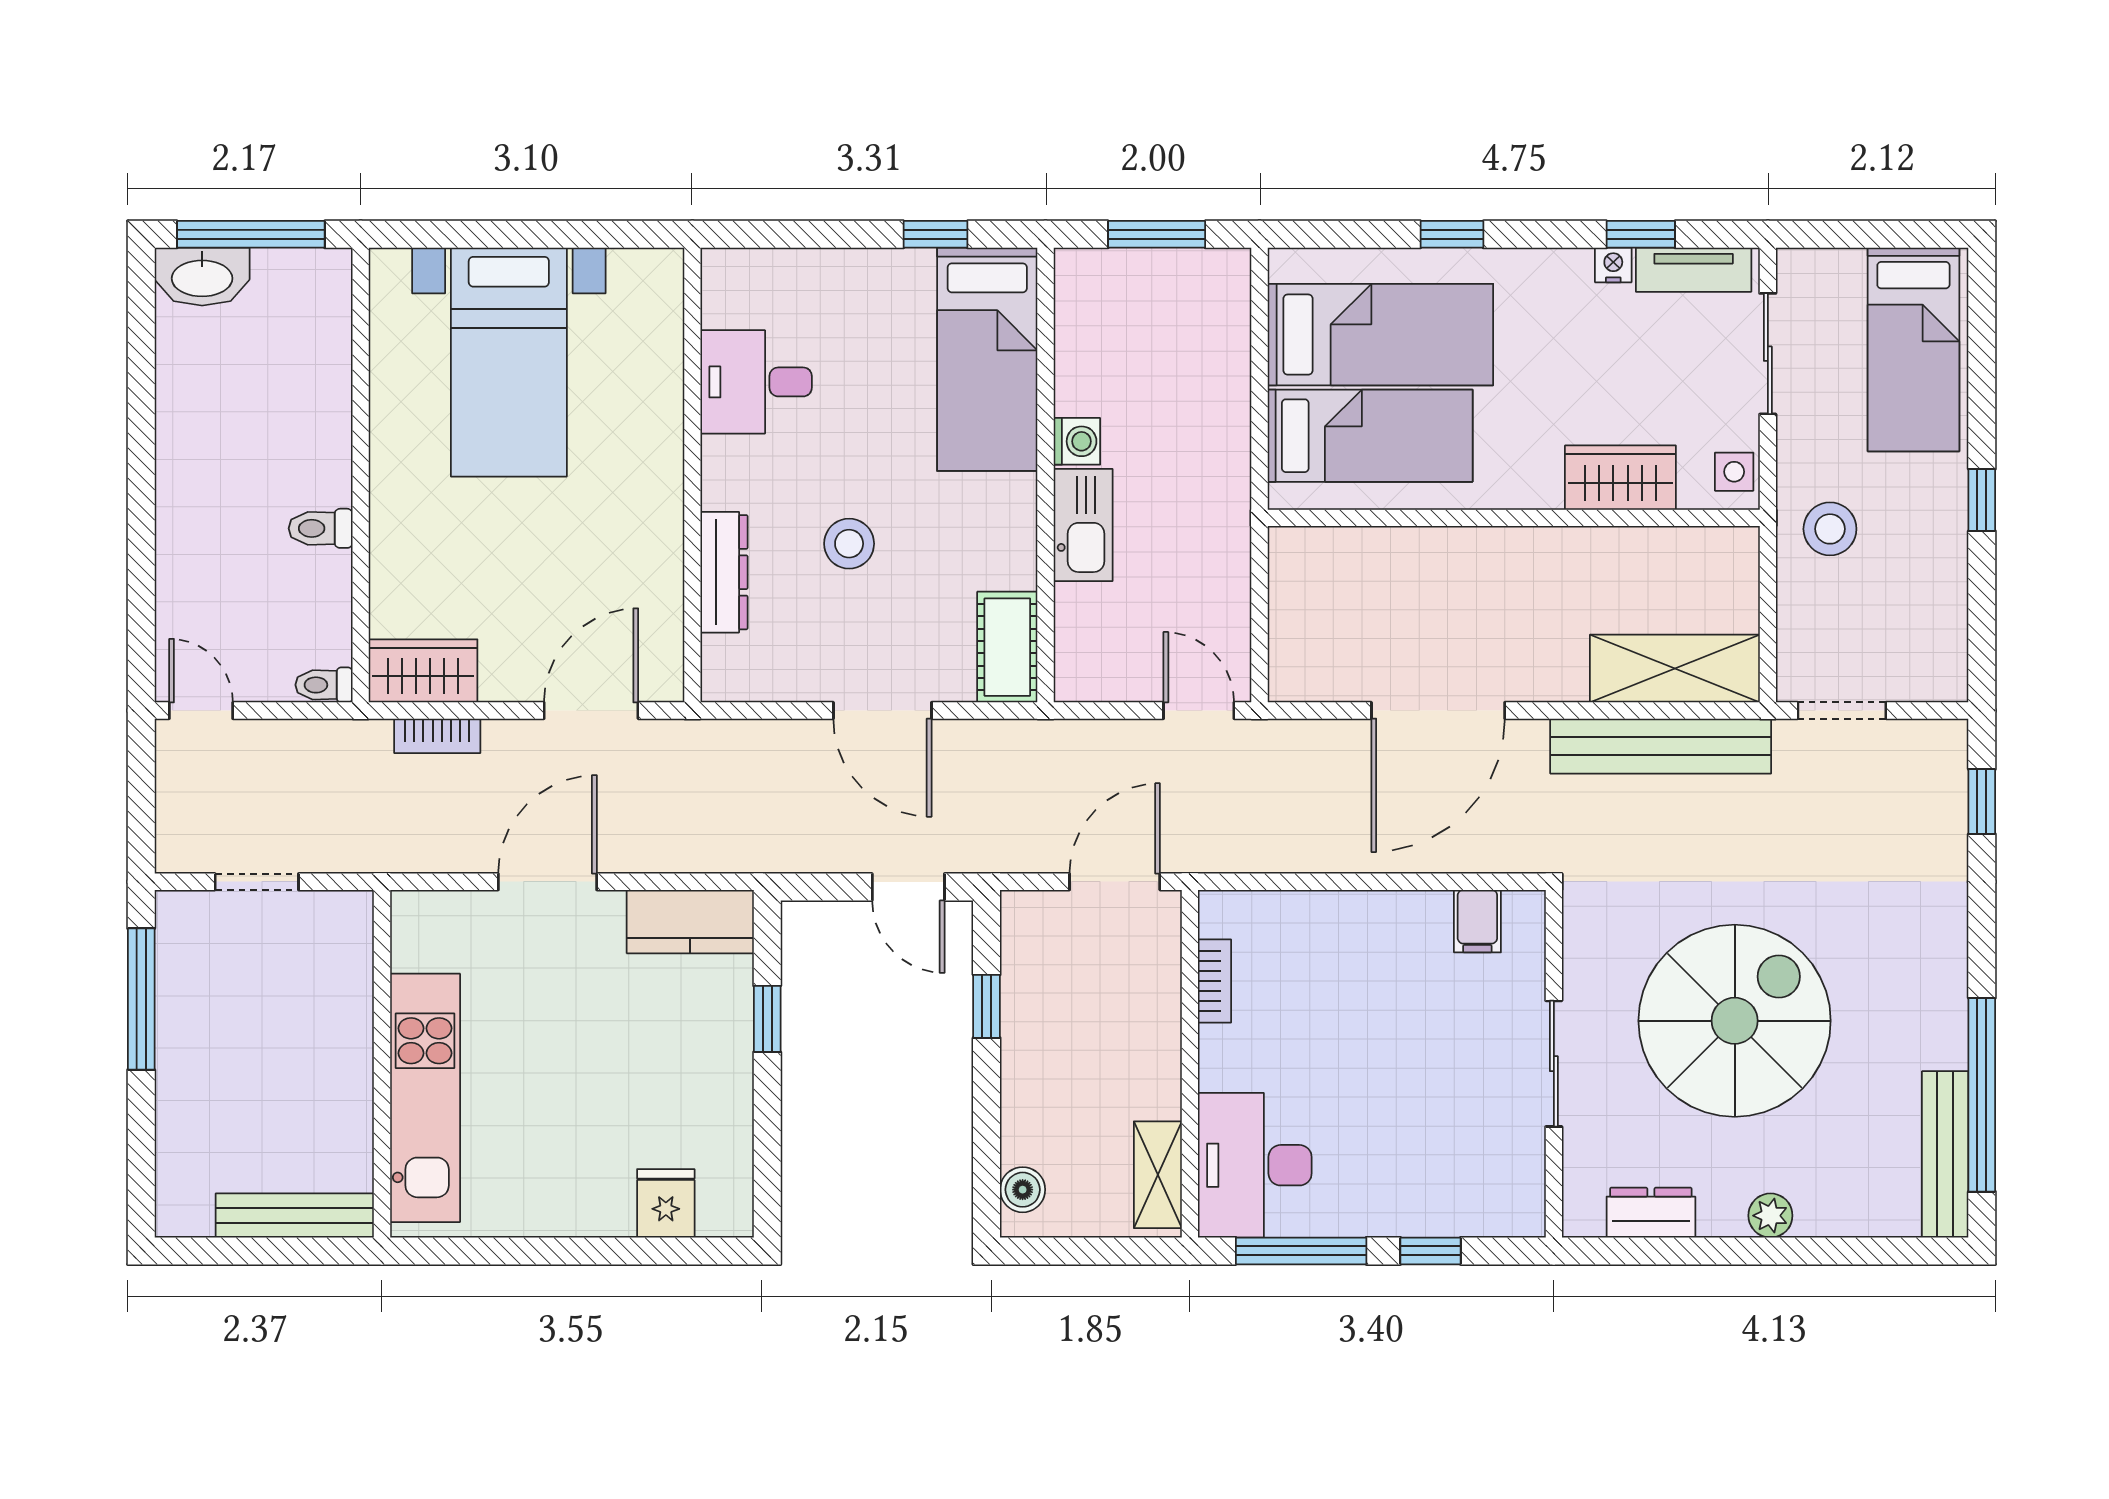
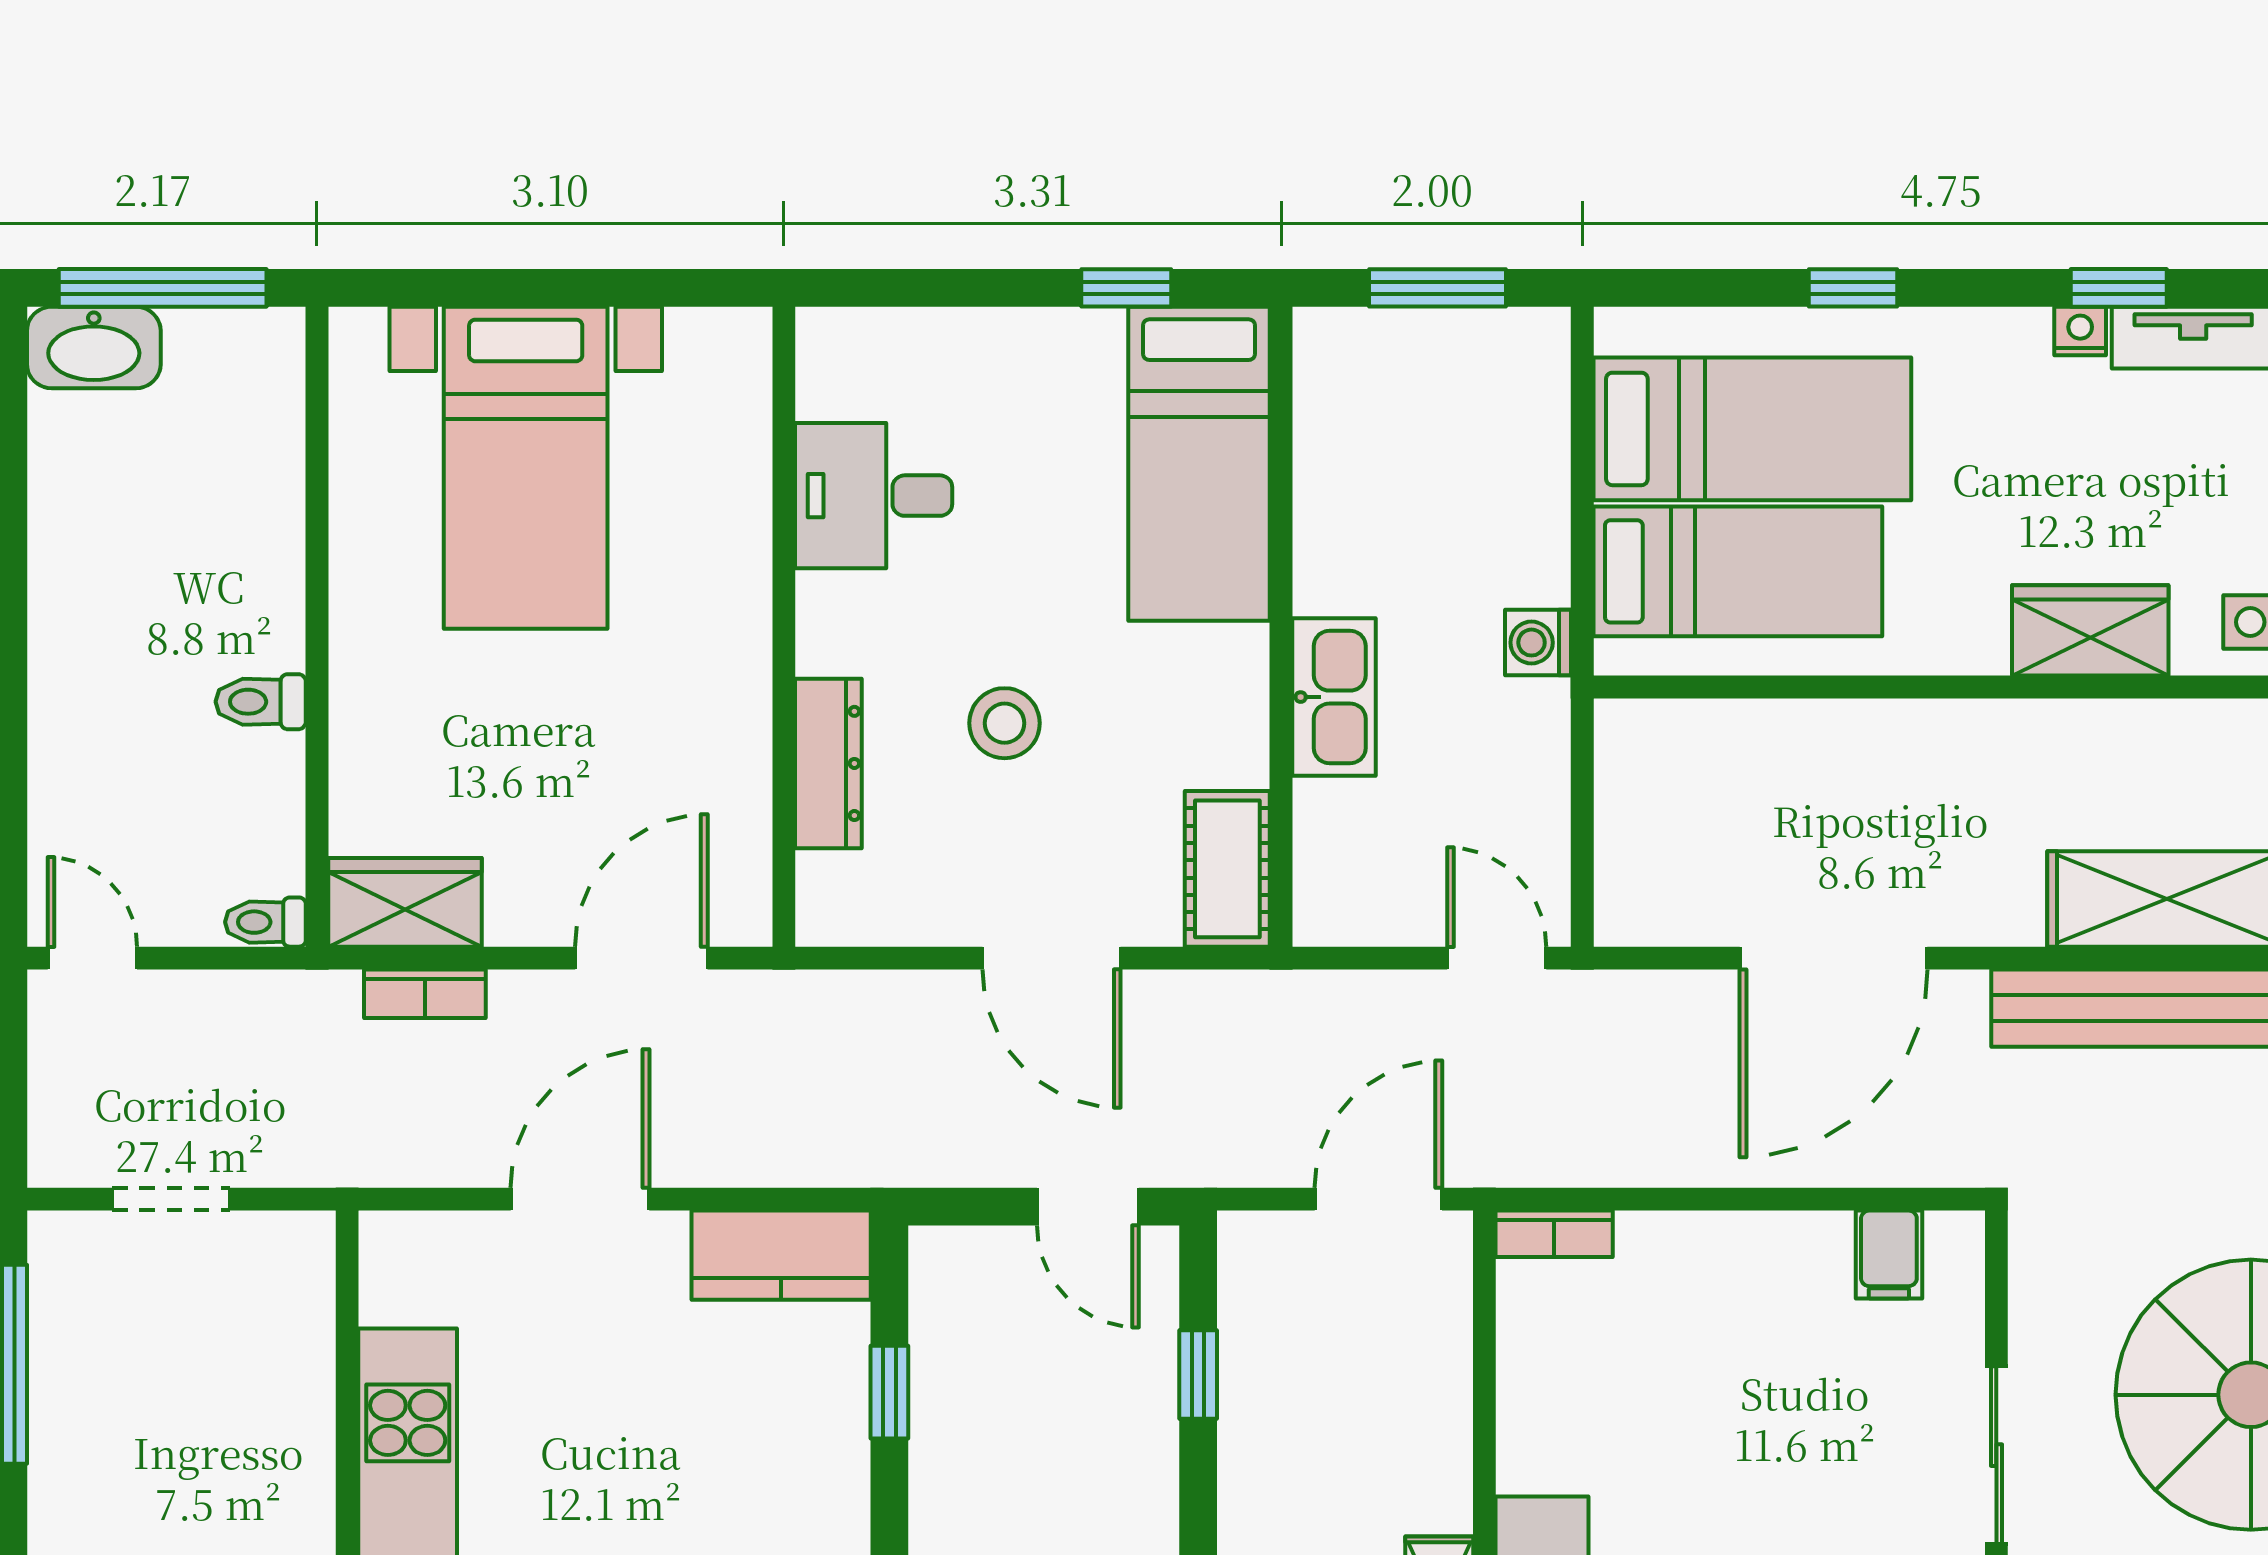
washing machine: (1077, 441) -> (1538, 643), moved, turned 180
bookcase: (1215, 981) -> (1554, 1234), moved, turned 90

